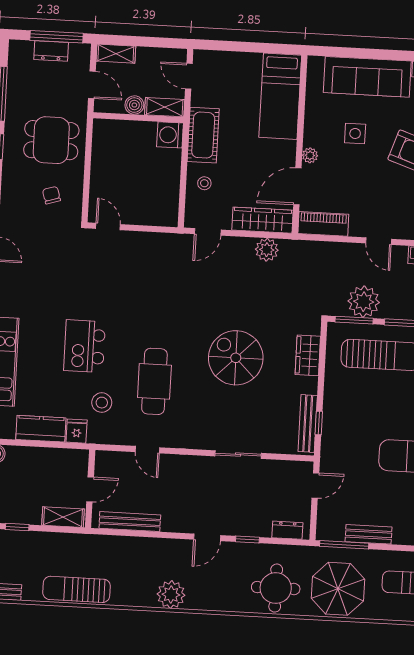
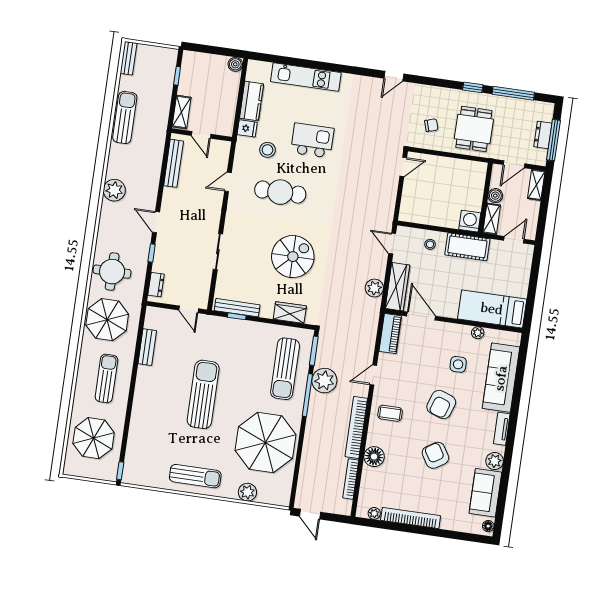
plant: (310, 155) -> (478, 333), moved
plant: (364, 302) -> (324, 381), moved
window: (344, 545) -> (141, 327), removed

